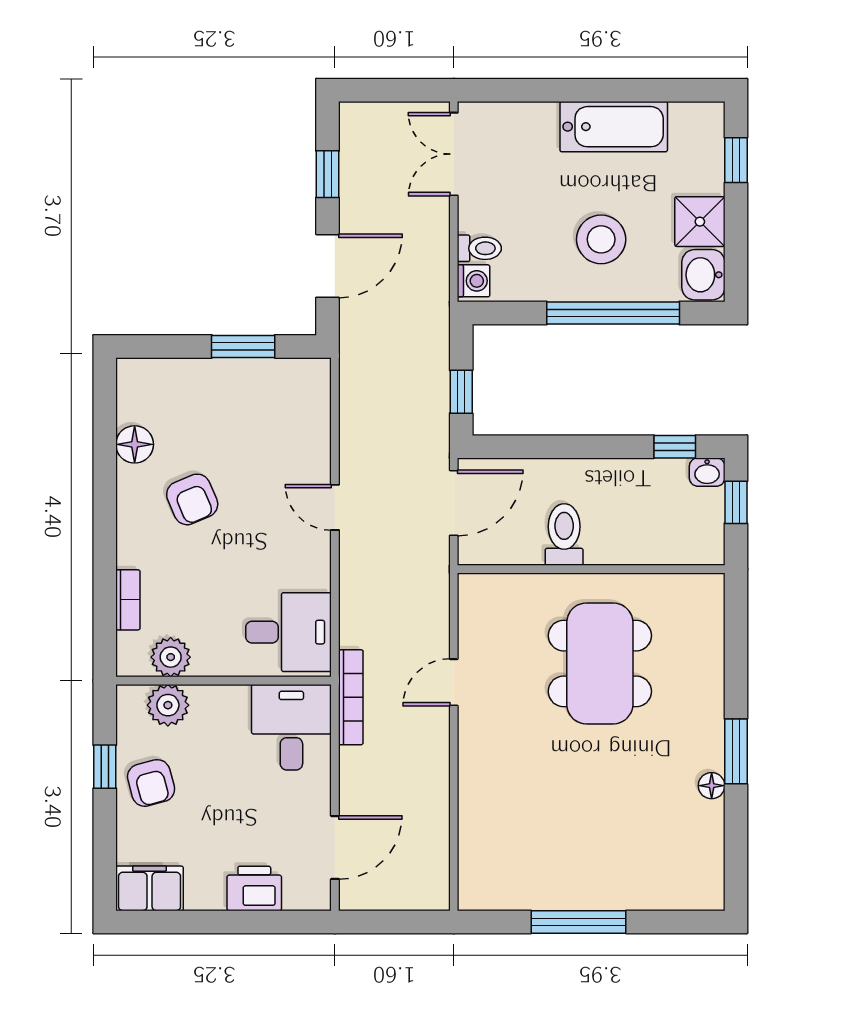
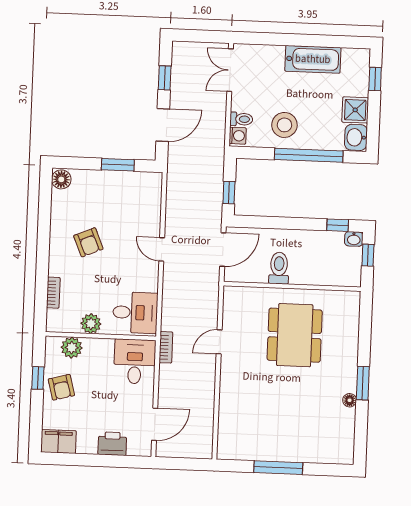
stool: (601, 239) -> (284, 125), moved
floor lamp: (135, 444) -> (61, 179), moved
plant: (171, 657) -> (91, 324), moved
bookcase: (351, 697) -> (166, 347), width x0.64

